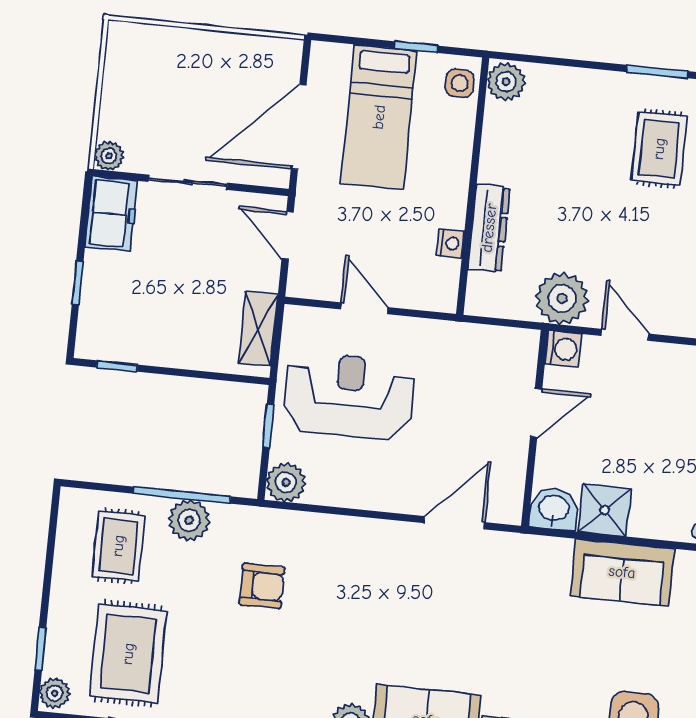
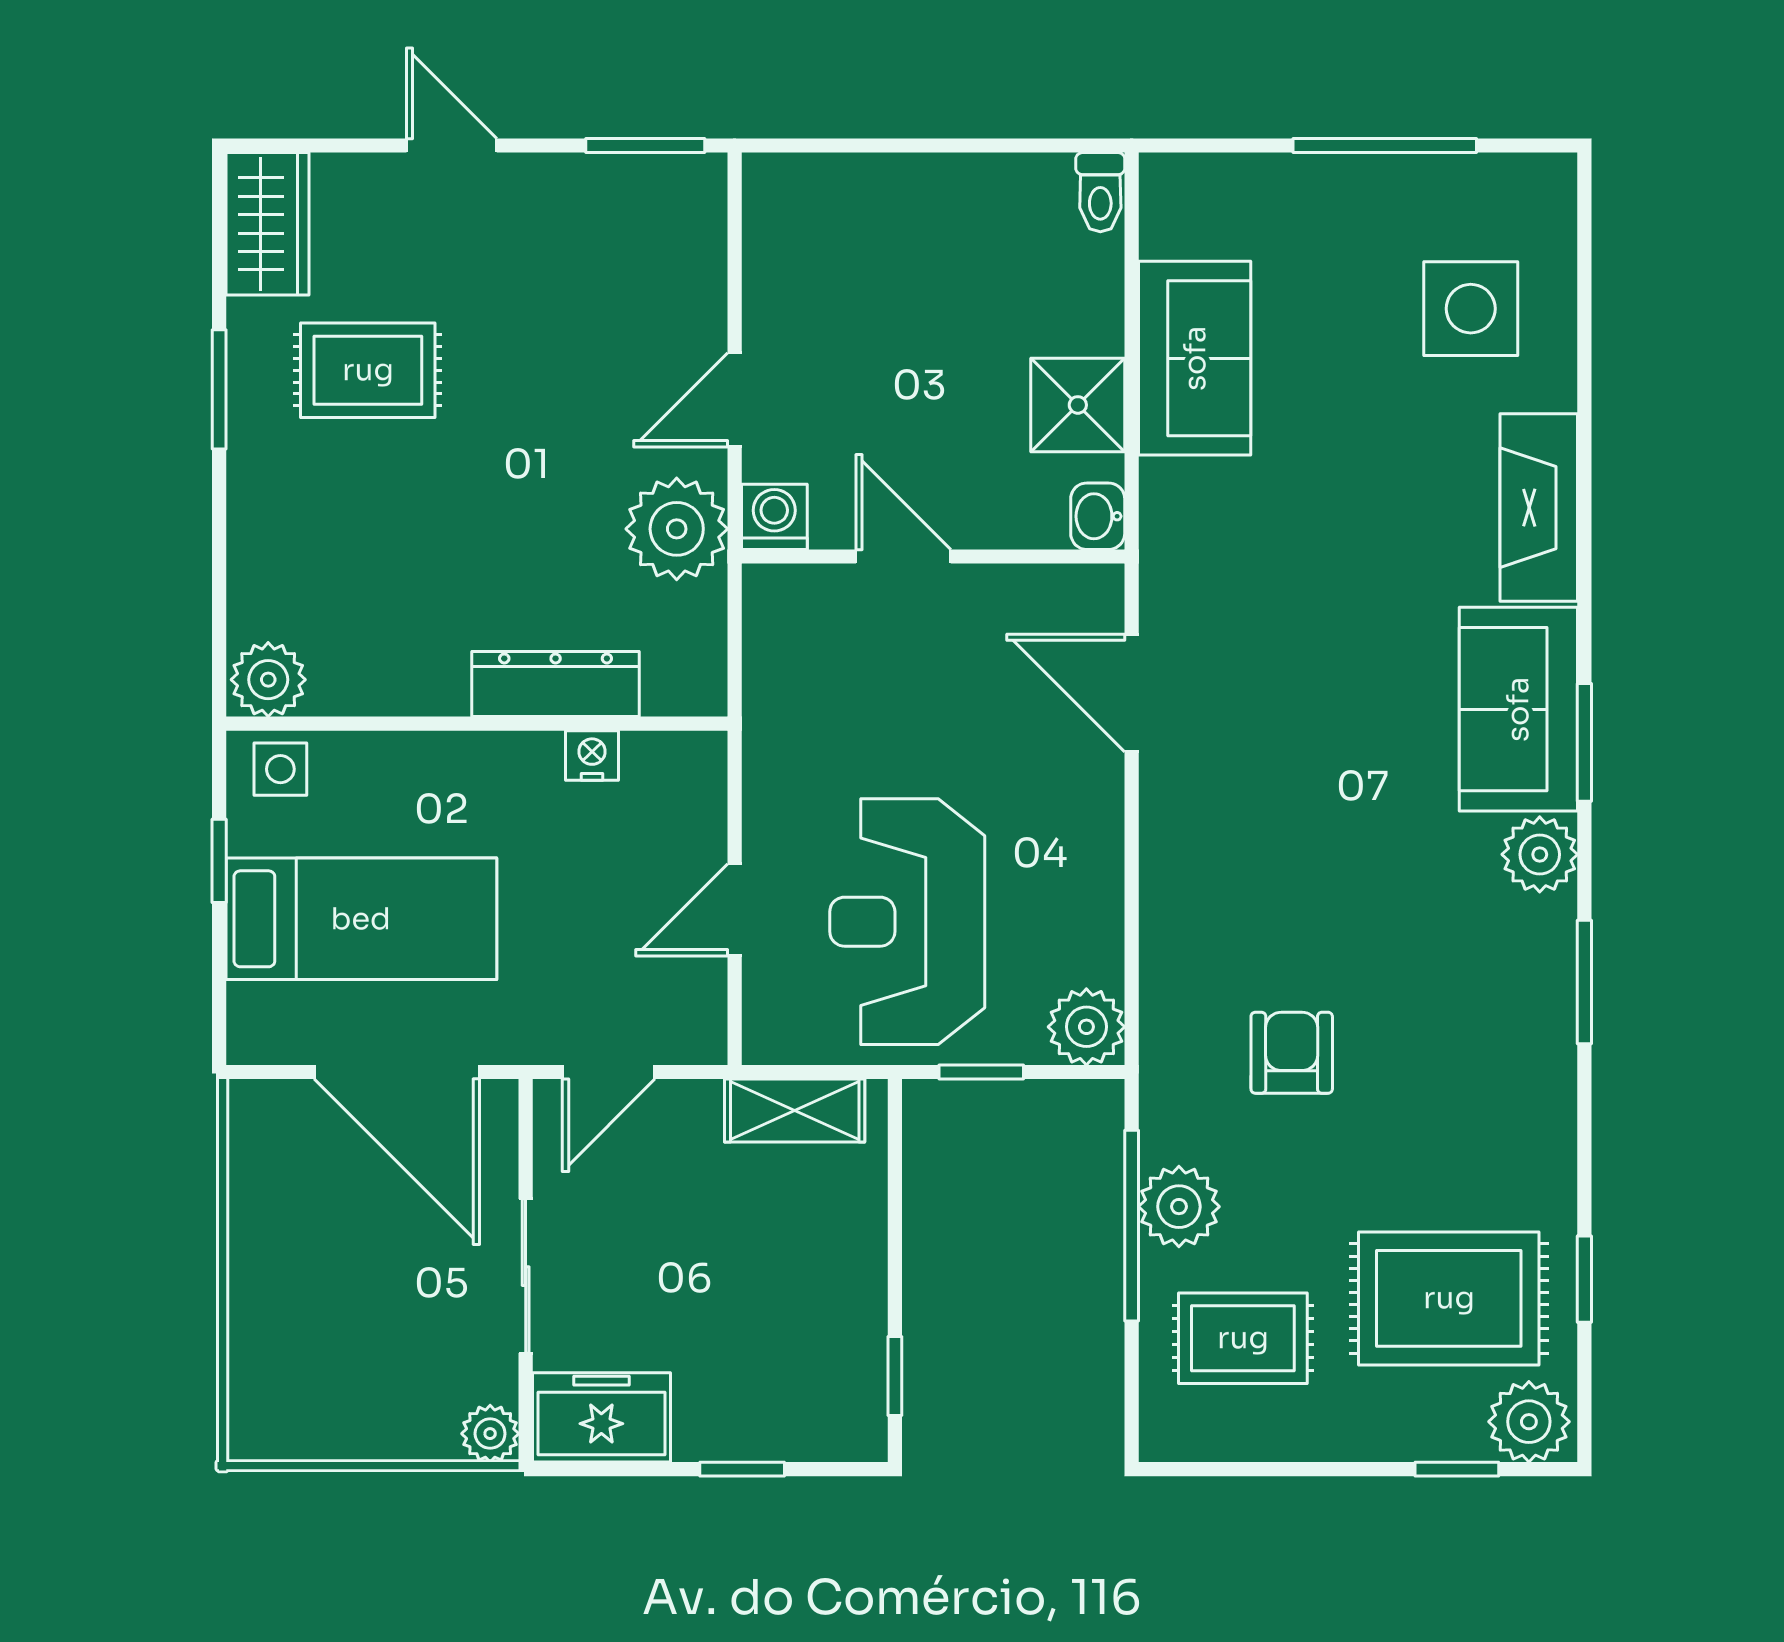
washbasin: (554, 509) -> (1098, 516), width x0.72, depth x0.69
plant: (55, 693) -> (1529, 1422), width x1.38, depth x1.38

